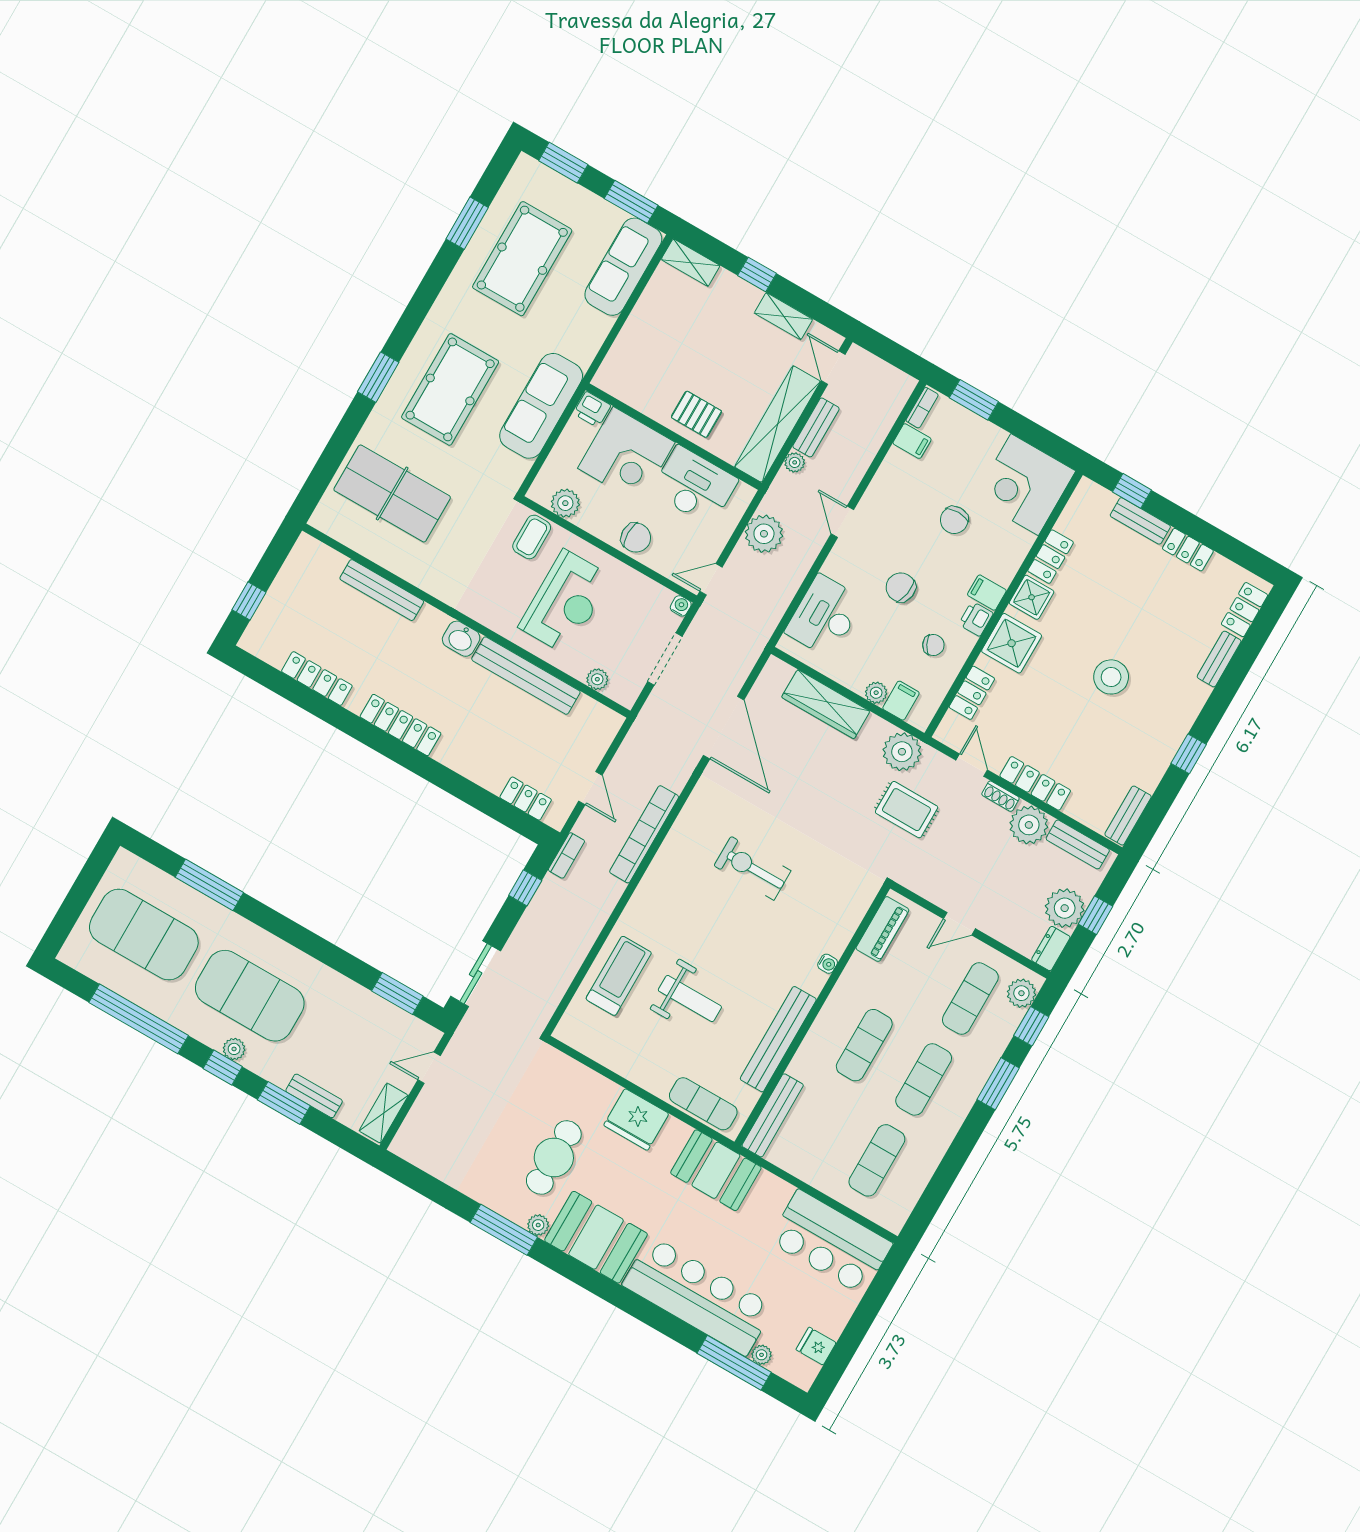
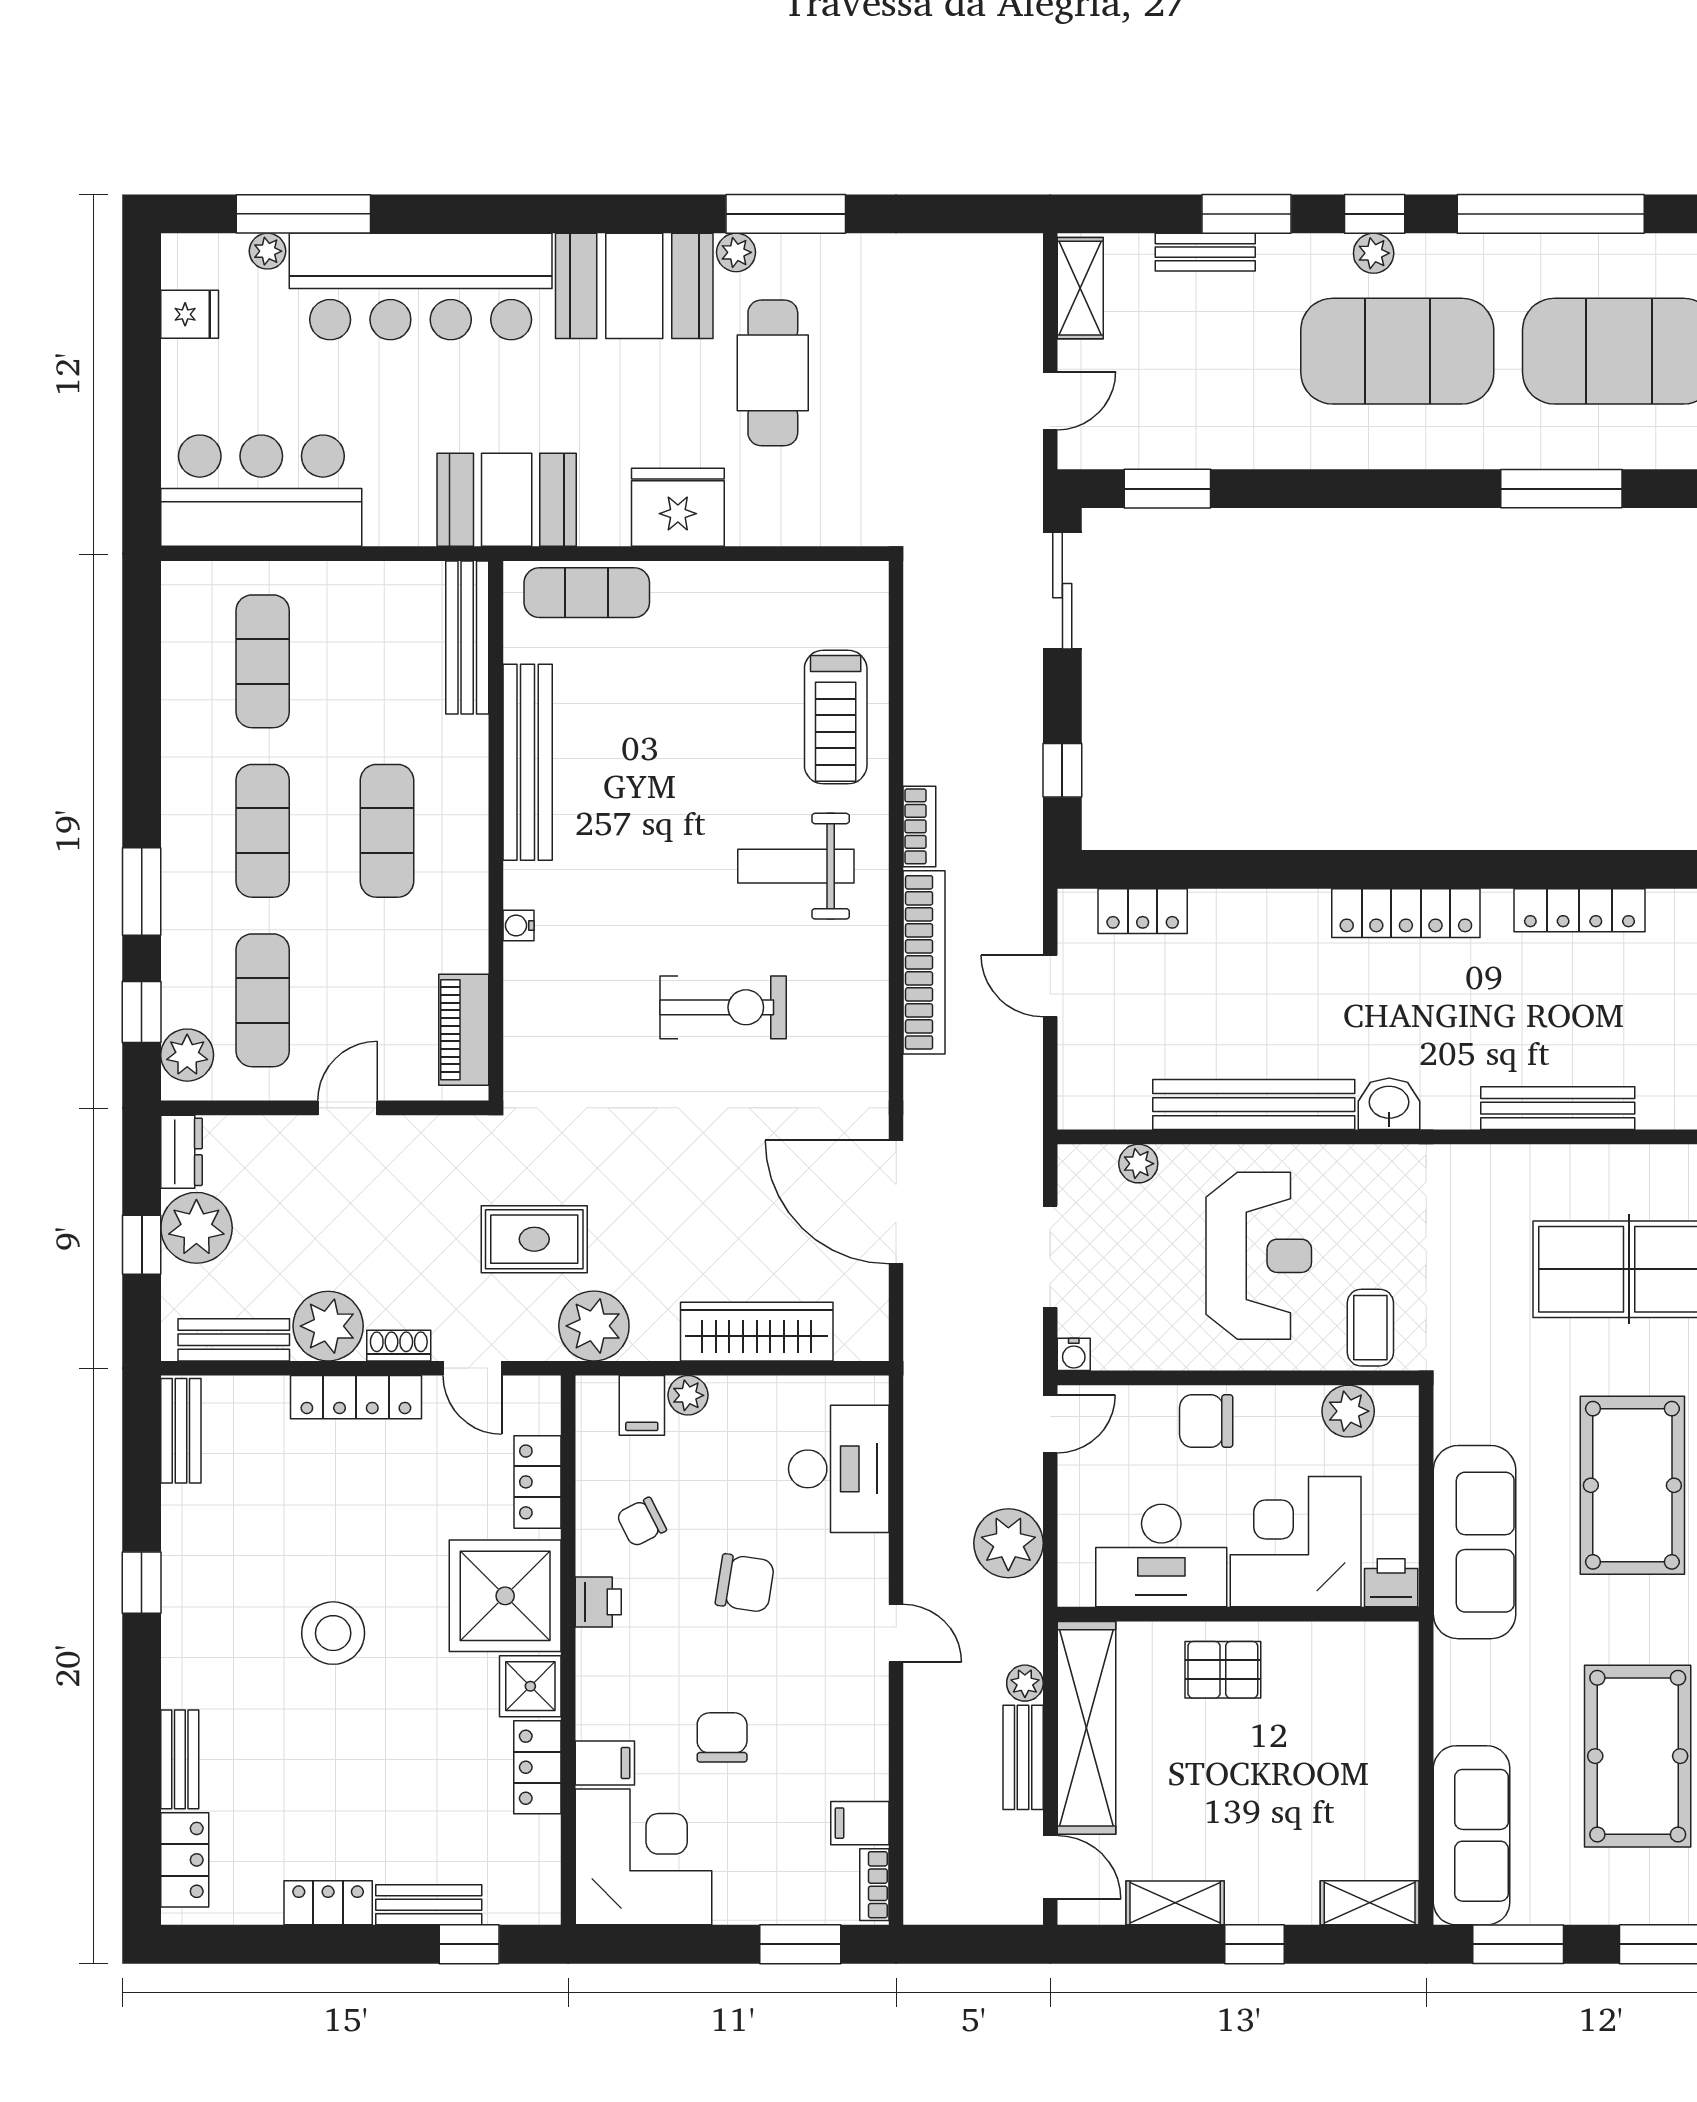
filing cabinet: (987, 593) -> (605, 1763), moved
reception desk: (565, 602) -> (1259, 1256), turned 180
shower: (1012, 643) -> (505, 1596), width x1.37, depth x1.37
bookcase: (566, 855) -> (919, 826), moved, turned 180
weight bench: (690, 999) -> (796, 866), moved

